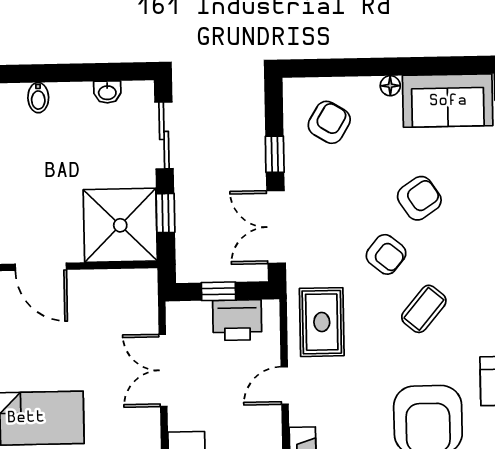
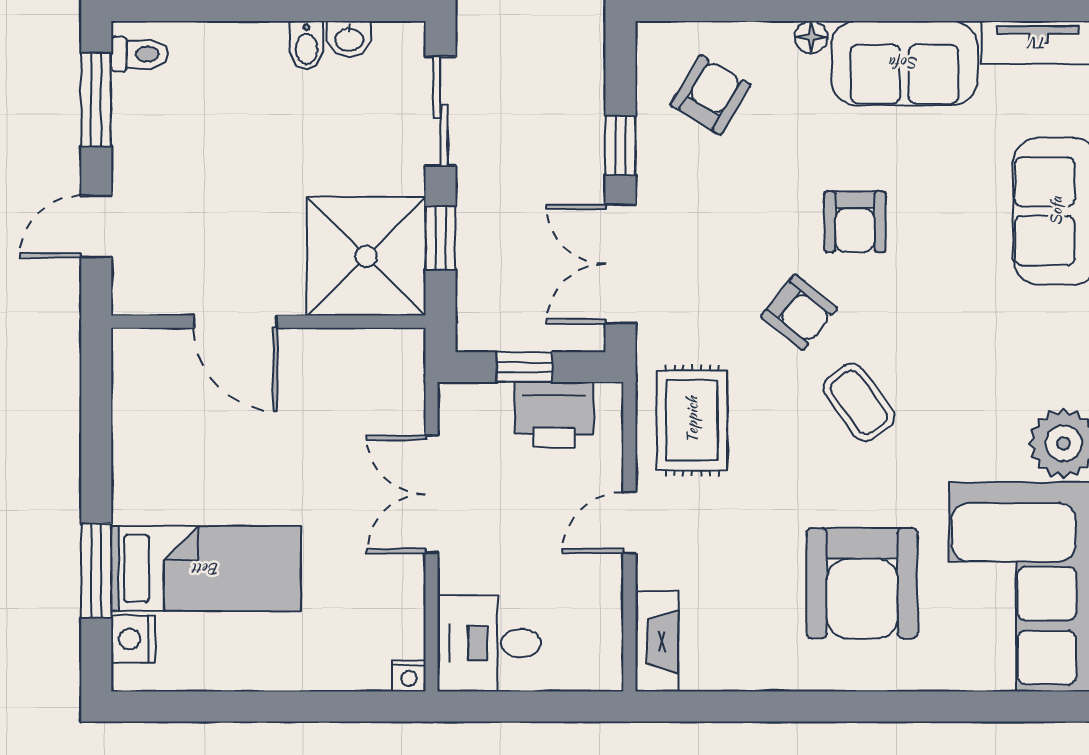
bidet: (38, 98) -> (307, 46), moved
armchair: (419, 198) -> (855, 222), turned 124
coffee table: (424, 309) -> (859, 402), turned -76

